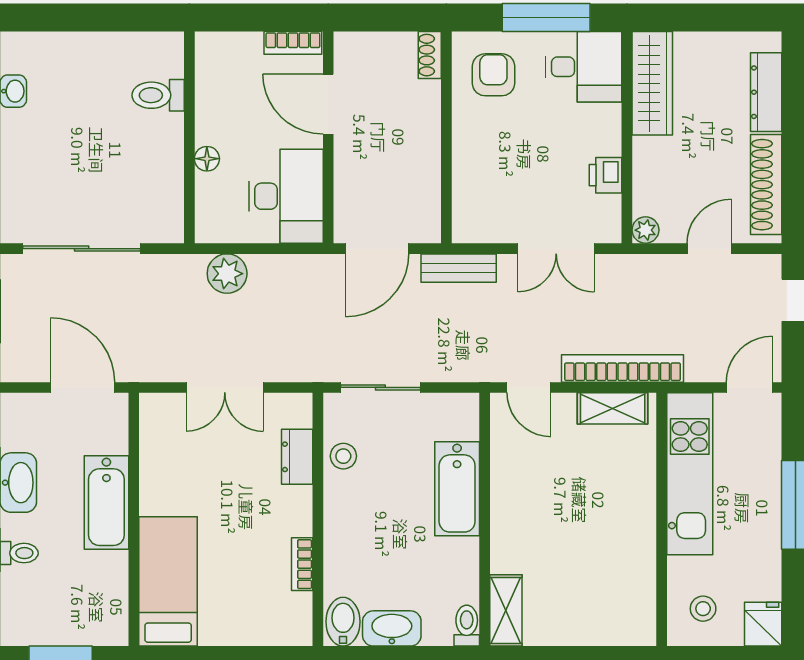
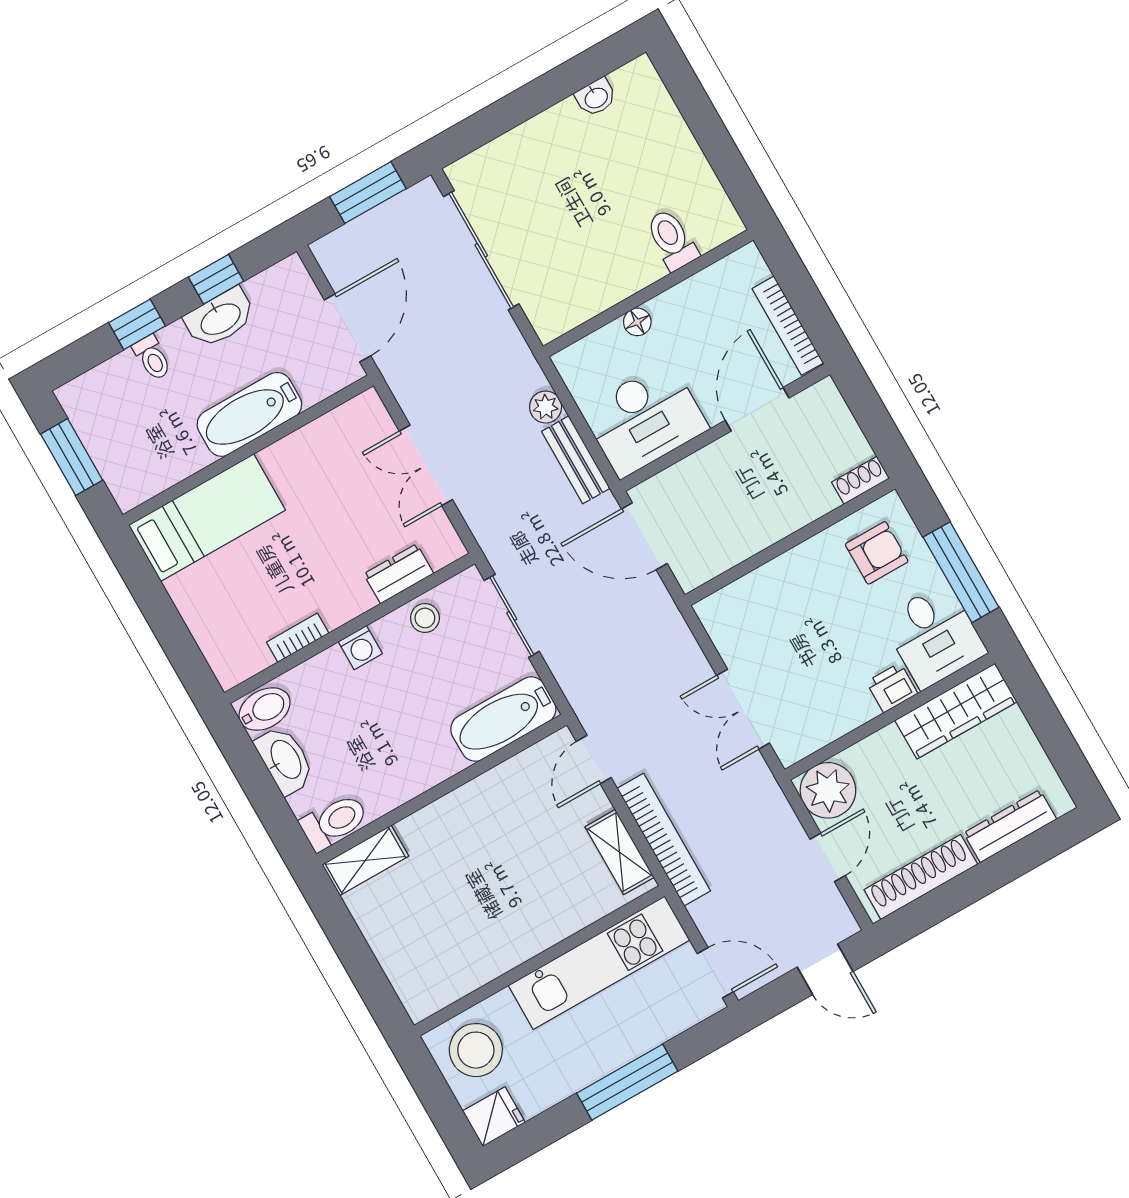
bookcase: (293, 43) -> (788, 326), width x1.56
printer: (606, 175) -> (892, 688), moved
plant: (645, 230) -> (828, 790), width x1.88, depth x1.88
door: (709, 249) -> (828, 857), hinge flipped
bench: (459, 268) -> (576, 460), moved
plant: (227, 274) -> (546, 407), width x0.73, depth x0.73
bathtub: (457, 489) -> (503, 719), moved
washing machine: (338, 520) -> (360, 648), added
stool: (703, 609) -> (476, 1050), width x1.89, depth x1.89
toilet: (467, 626) -> (334, 822), width x1.37, depth x1.39

